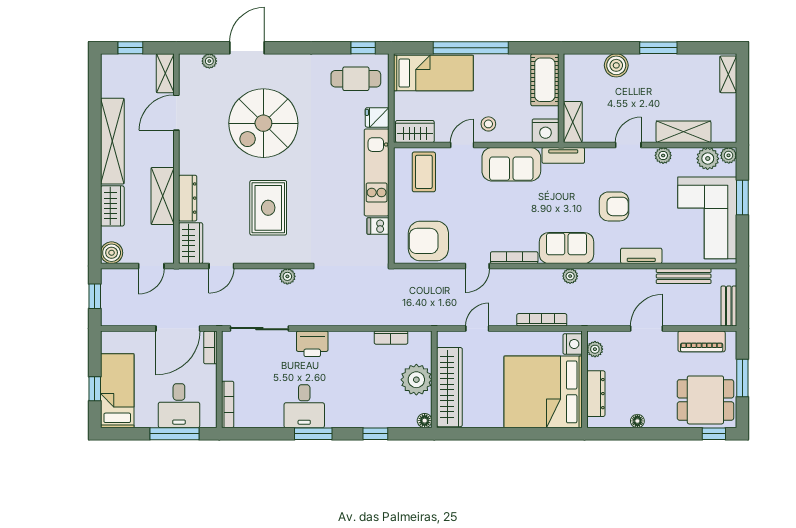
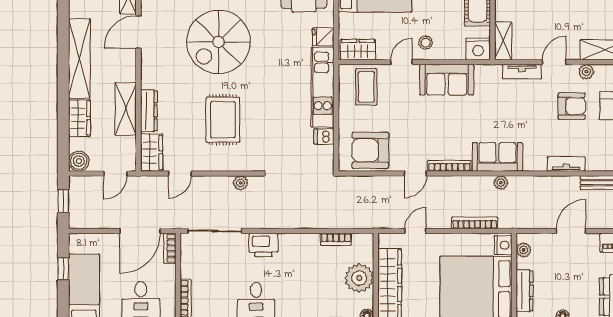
tv unit: (563, 155) -> (522, 72), moved
armchair: (614, 206) -> (572, 106), moved
window: (95, 389) -> (63, 269), moved

